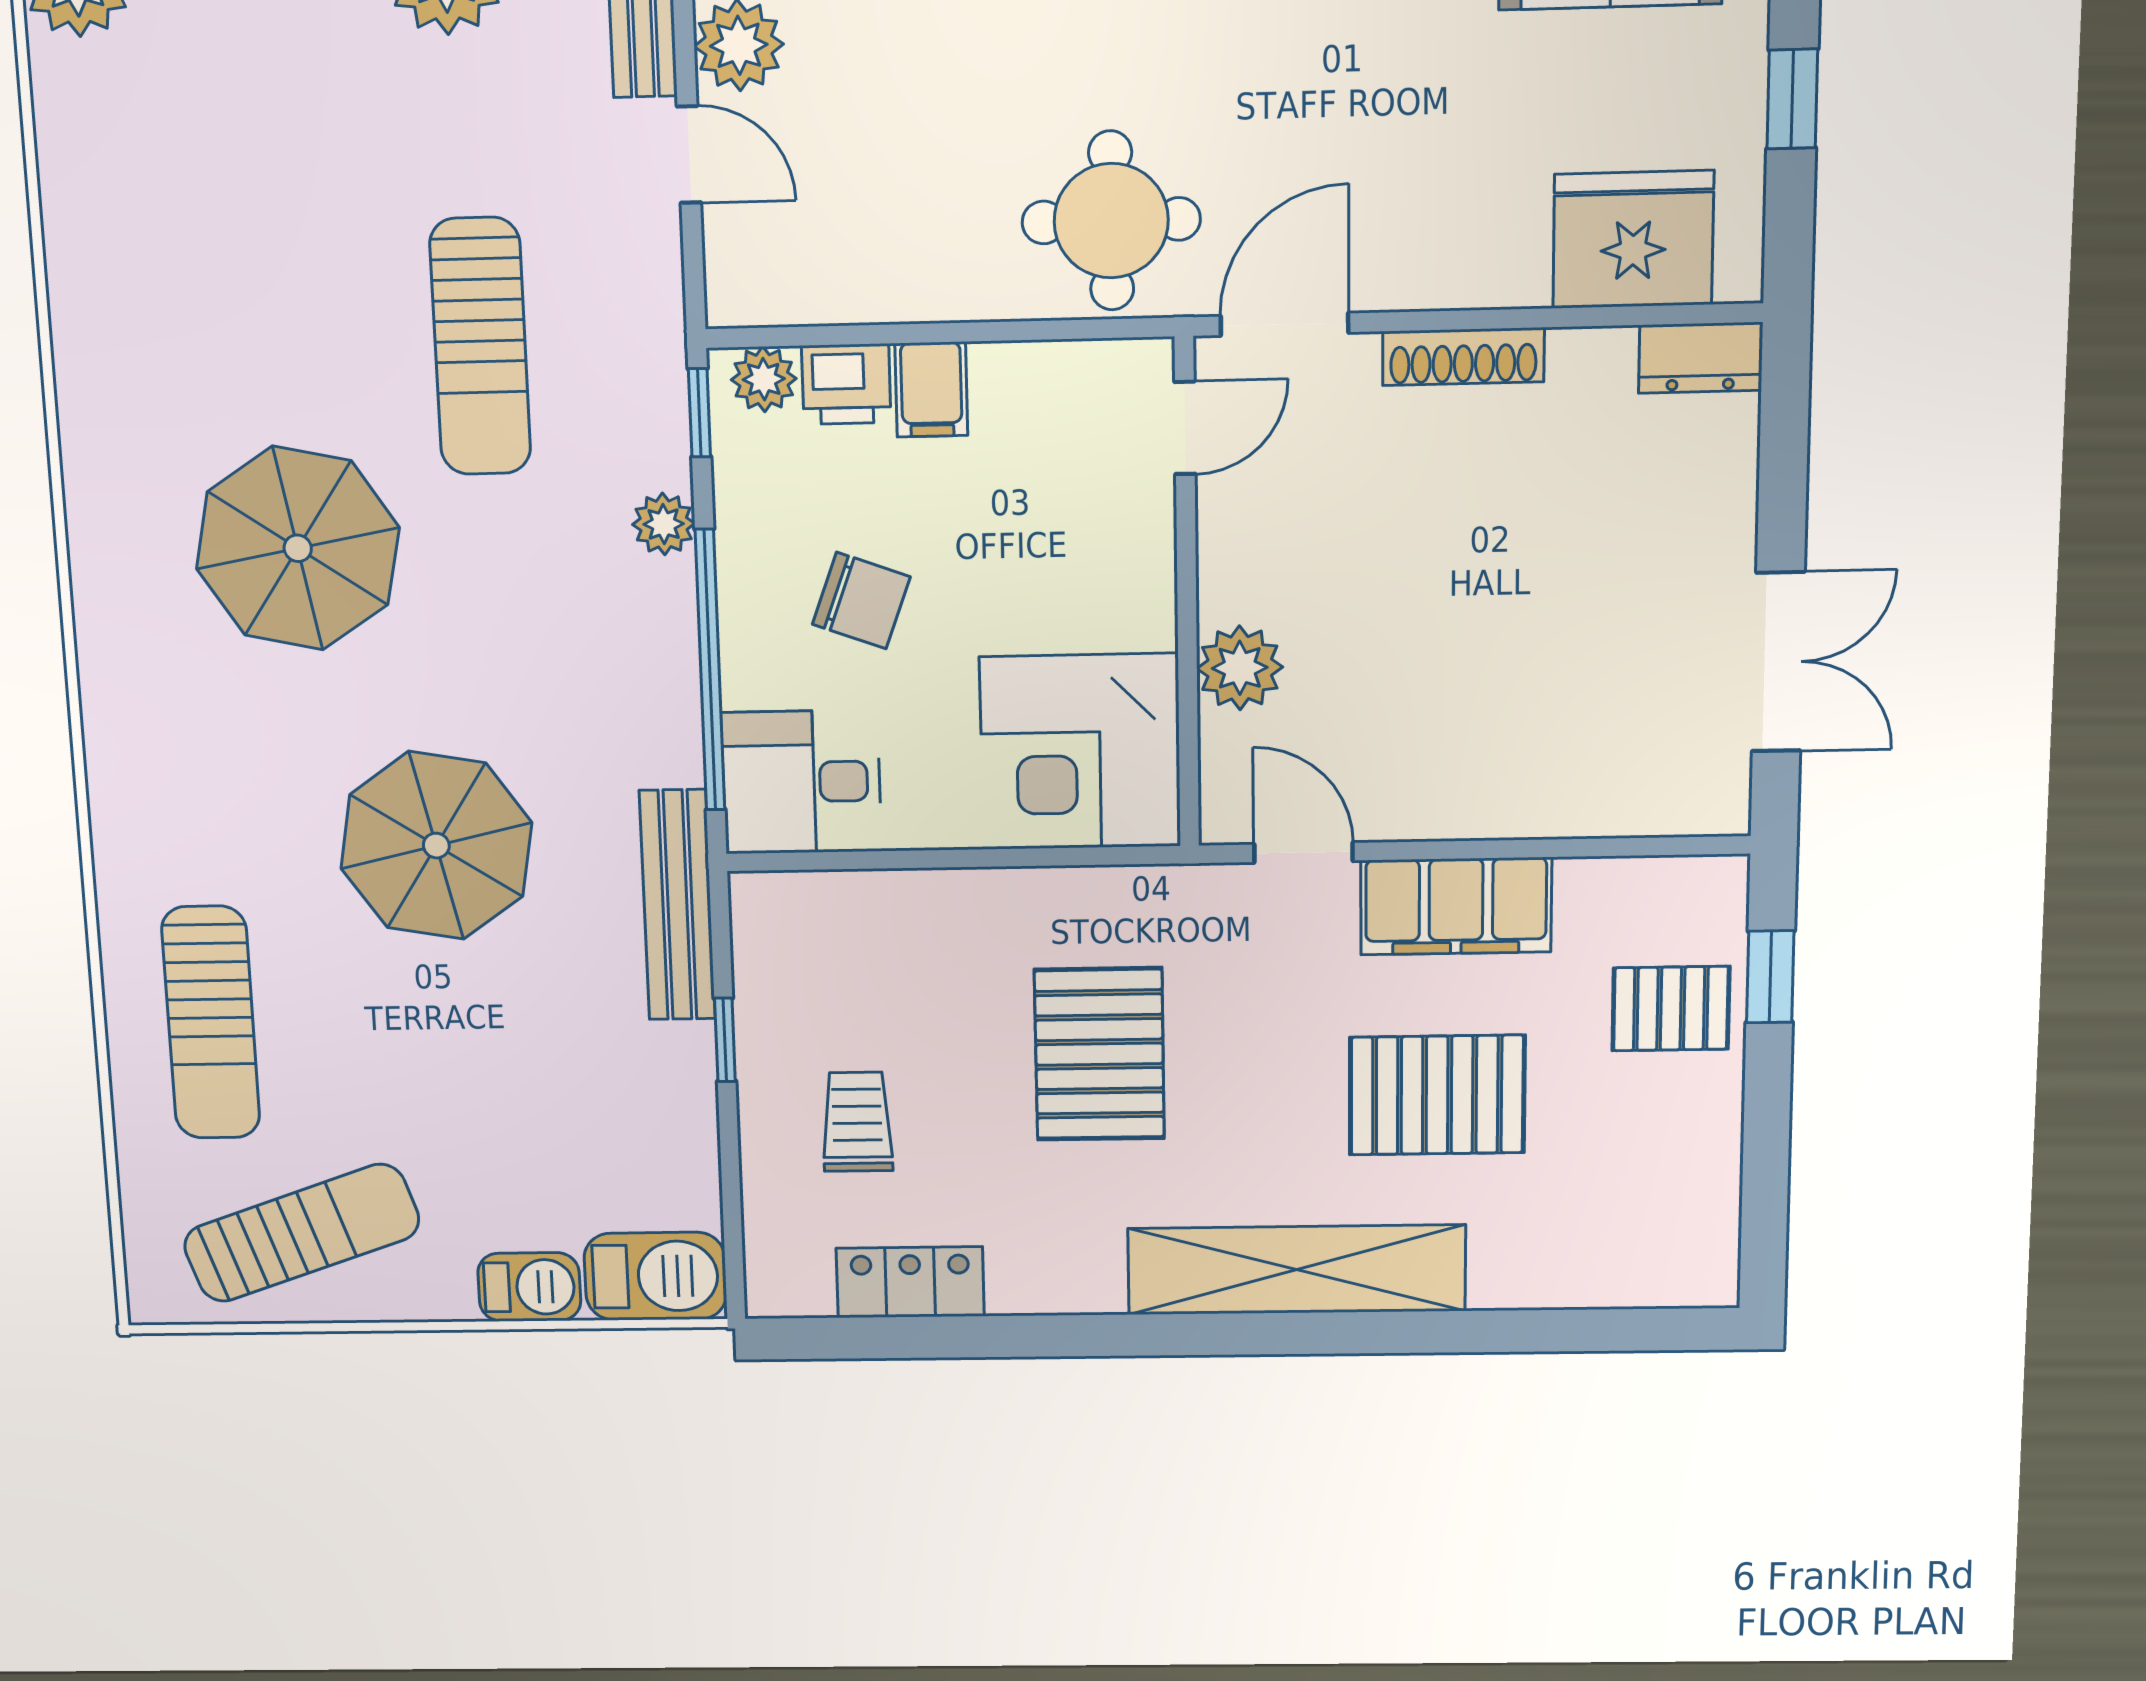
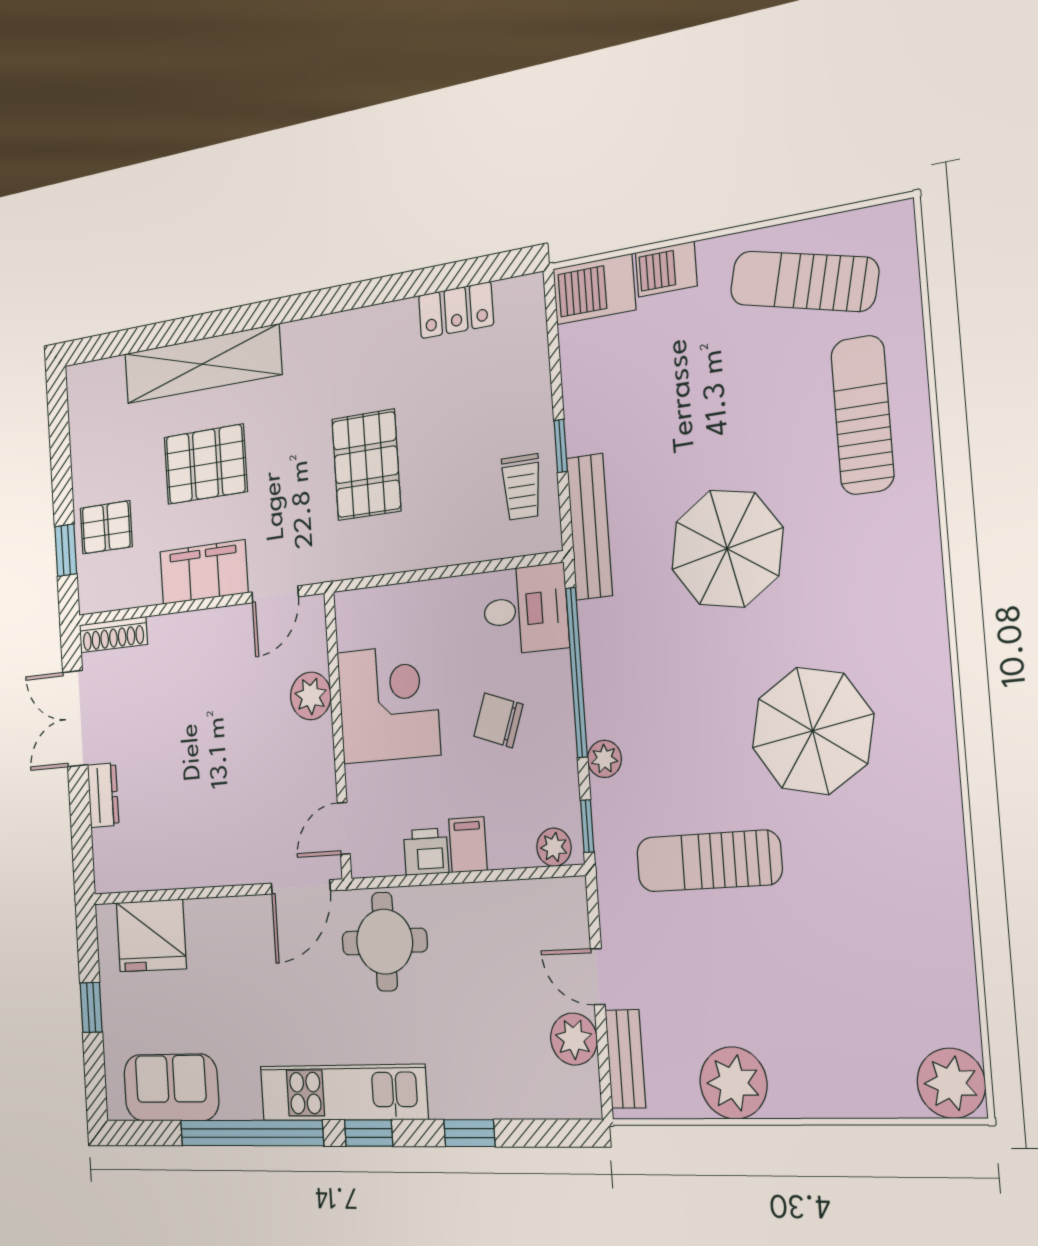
sun lounger: (480, 346) -> (709, 861), turned -90
shoe rack: (1463, 357) -> (113, 635), moved, turned 180
dresser: (1701, 358) -> (103, 795), moved, turned 90
printer: (846, 384) -> (426, 852), moved
corner desk: (1080, 752) -> (388, 703), moved
door: (1303, 853) -> (275, 594), hinge flipped
trolley: (857, 1122) -> (522, 487), moved
sun lounger: (302, 1233) -> (804, 281), turned 32
shelving: (1296, 1270) -> (202, 364), moved

